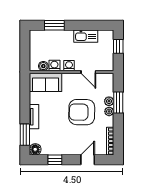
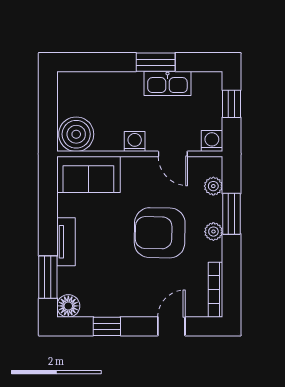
window: (54, 25) -> (156, 62), moved
washing machine: (54, 65) -> (212, 141), moved
boiler: (43, 66) -> (76, 134), width x1.86, depth x1.86
plant: (109, 101) -> (213, 186), moved

